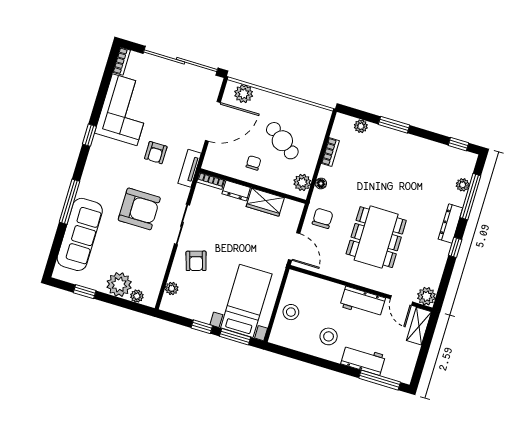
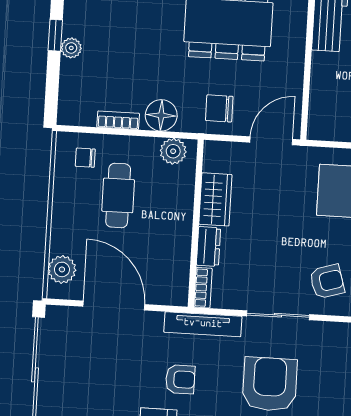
window: (394, 125) -> (55, 35), width x0.67
plant: (361, 126) -> (71, 48), moved
cafe table: (282, 141) -> (118, 195), turned -36
chair: (253, 163) -> (85, 158), moved
tv unit: (190, 168) -> (203, 324), width x1.41
floor lamp: (321, 183) -> (161, 115), width x1.89, depth x1.89

